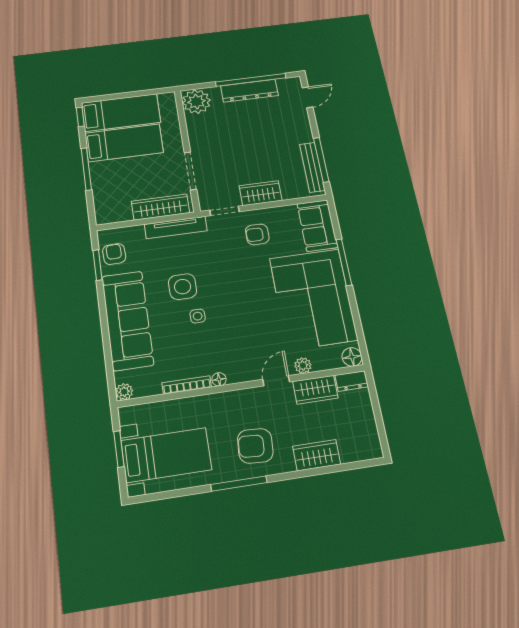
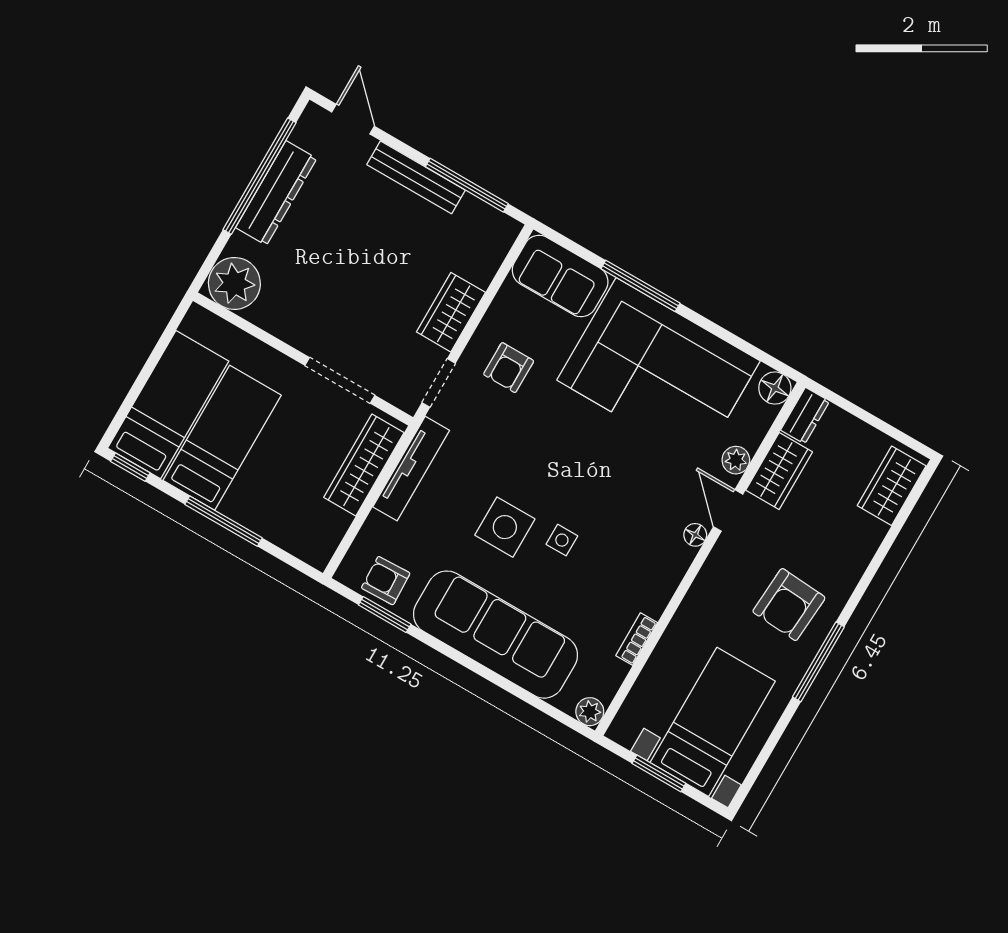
bench: (312, 167) -> (416, 177), moved
floor lamp: (219, 379) -> (695, 535), moved
bookcase: (187, 385) -> (637, 639), width x0.64
wardrobe: (317, 455) -> (892, 486), moved

